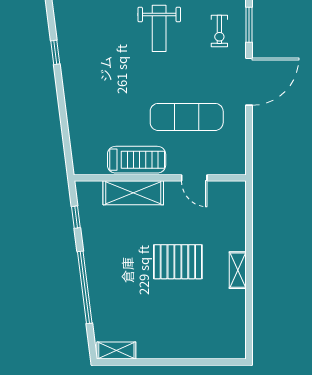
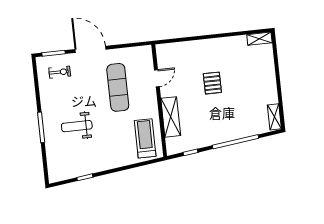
weight bench: (159, 28) -> (77, 126), moved, turned 180
treadmill: (137, 160) -> (145, 138), moved
pallet: (178, 262) -> (212, 83), width x0.67, depth x0.71
shelving: (238, 270) -> (259, 39), moved

